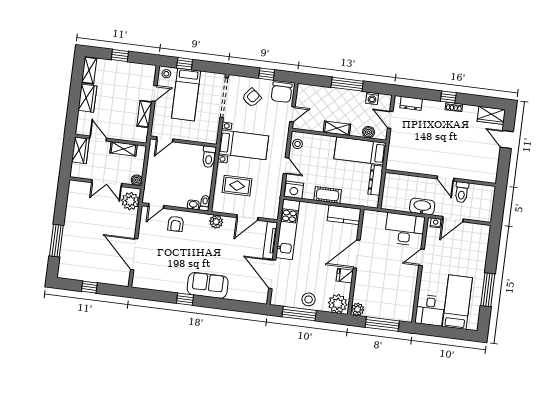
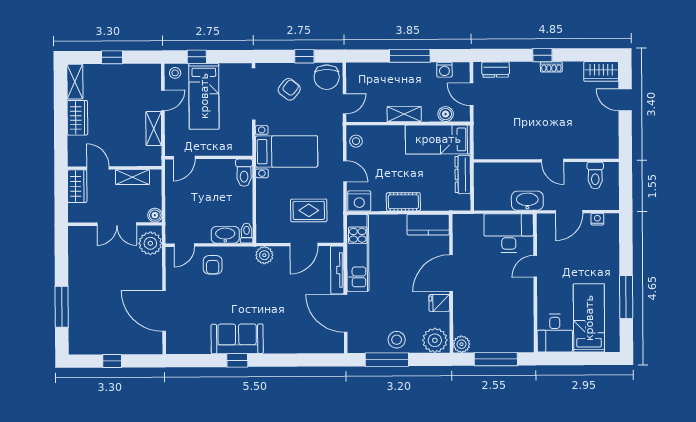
rug: (237, 186) -> (309, 210), moved
toilet: (462, 192) -> (595, 175), moved
washbasin: (193, 205) -> (225, 235), width x1.91, depth x1.45
nightstand: (436, 223) -> (597, 219), moved
sofa: (208, 285) -> (237, 339), moved

